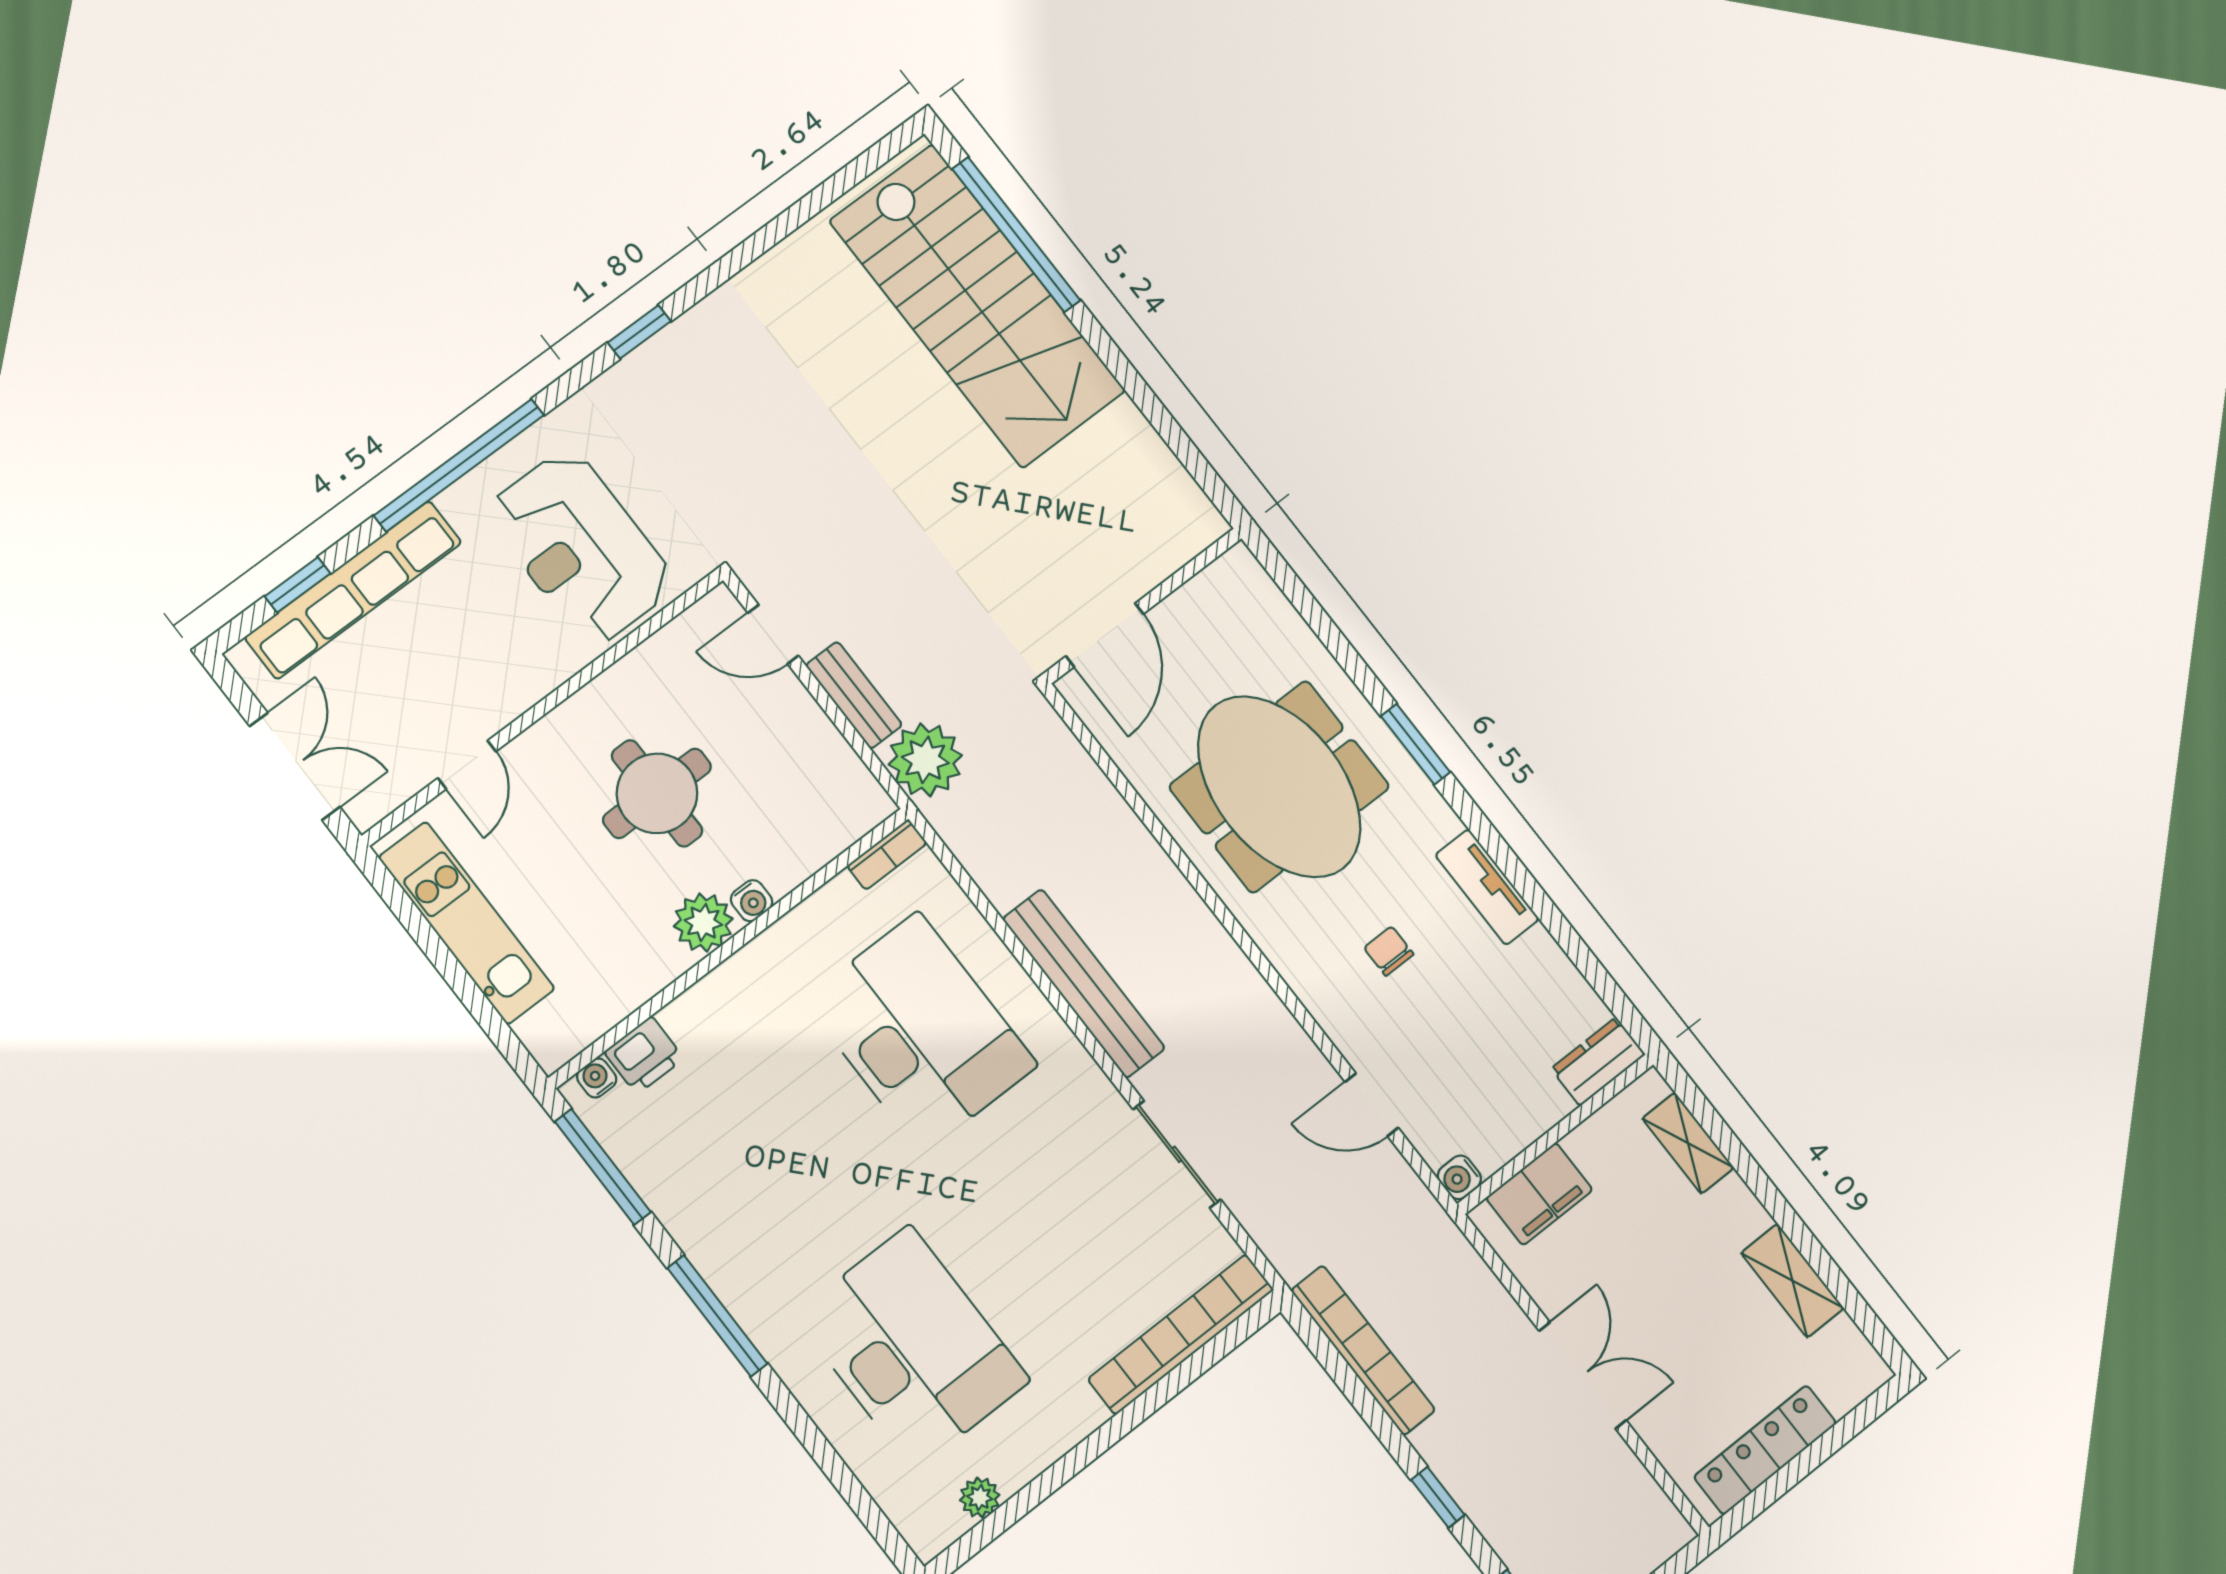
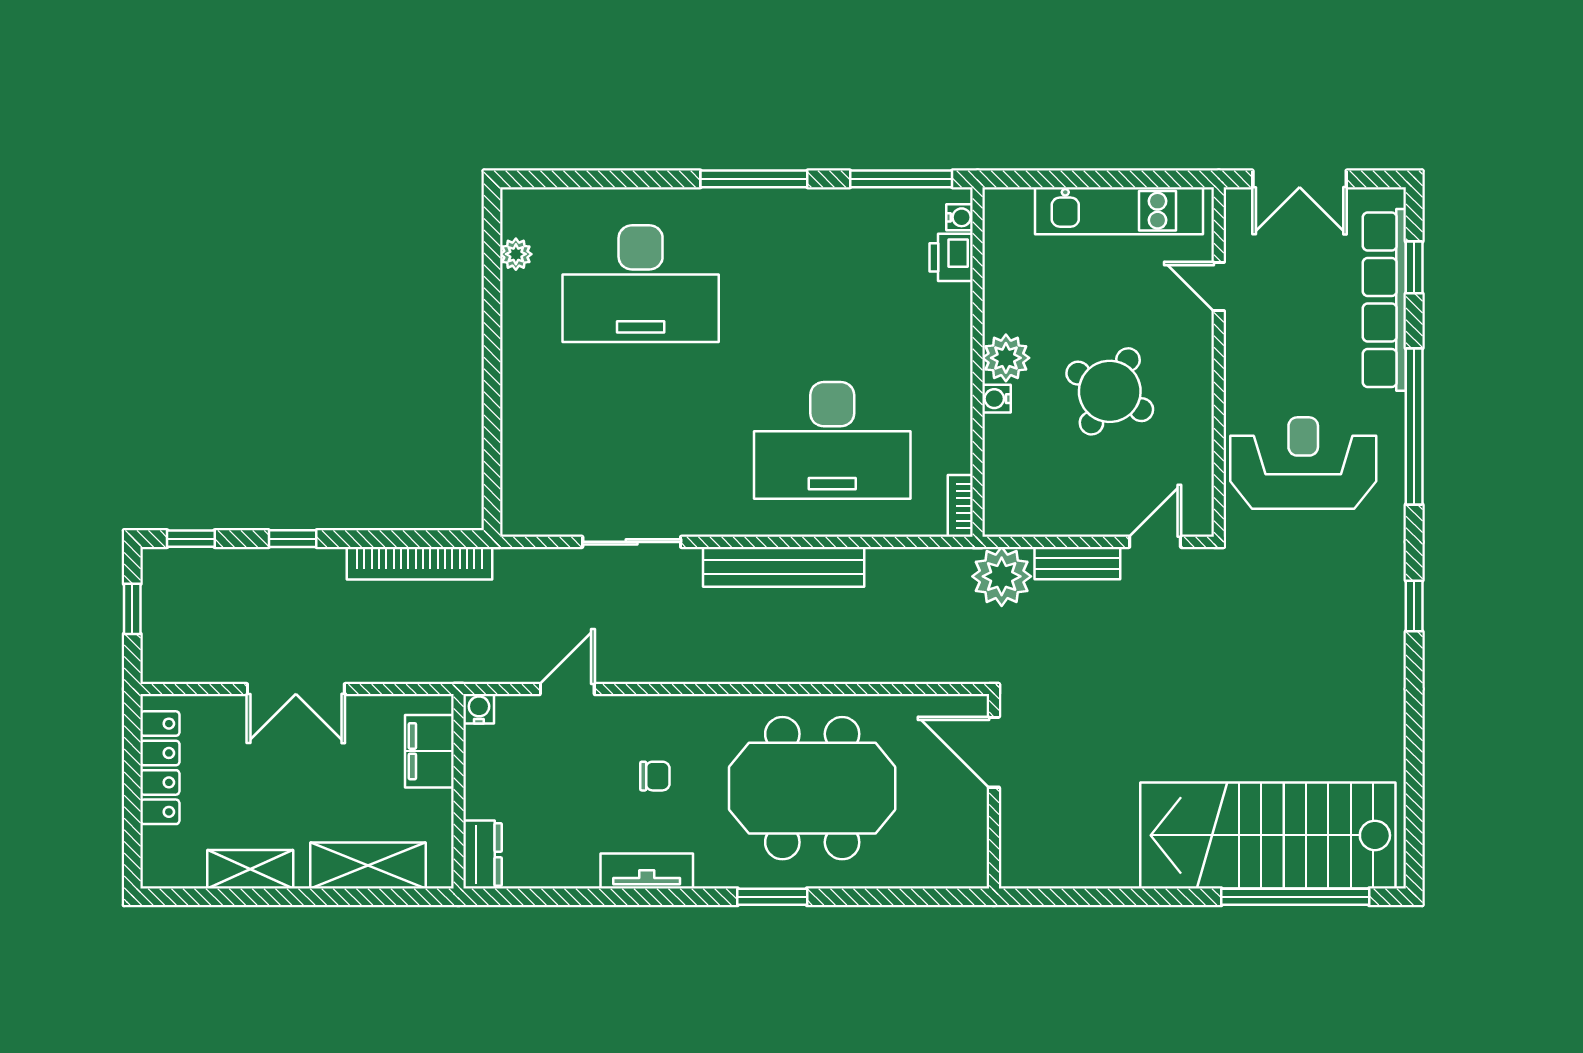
round table: (657, 793) -> (1110, 391), turned 30
shelving: (1688, 1143) -> (368, 866), width x1.50, depth x1.33
bookcase: (1181, 1334) -> (518, 457), removed

